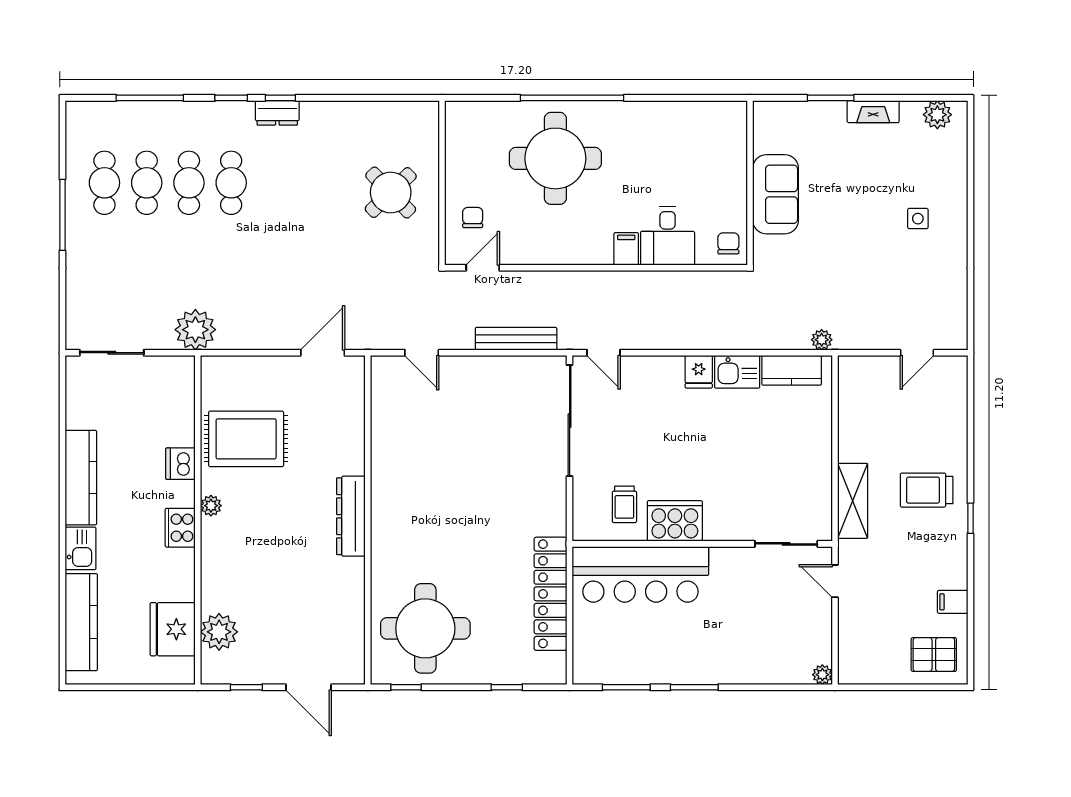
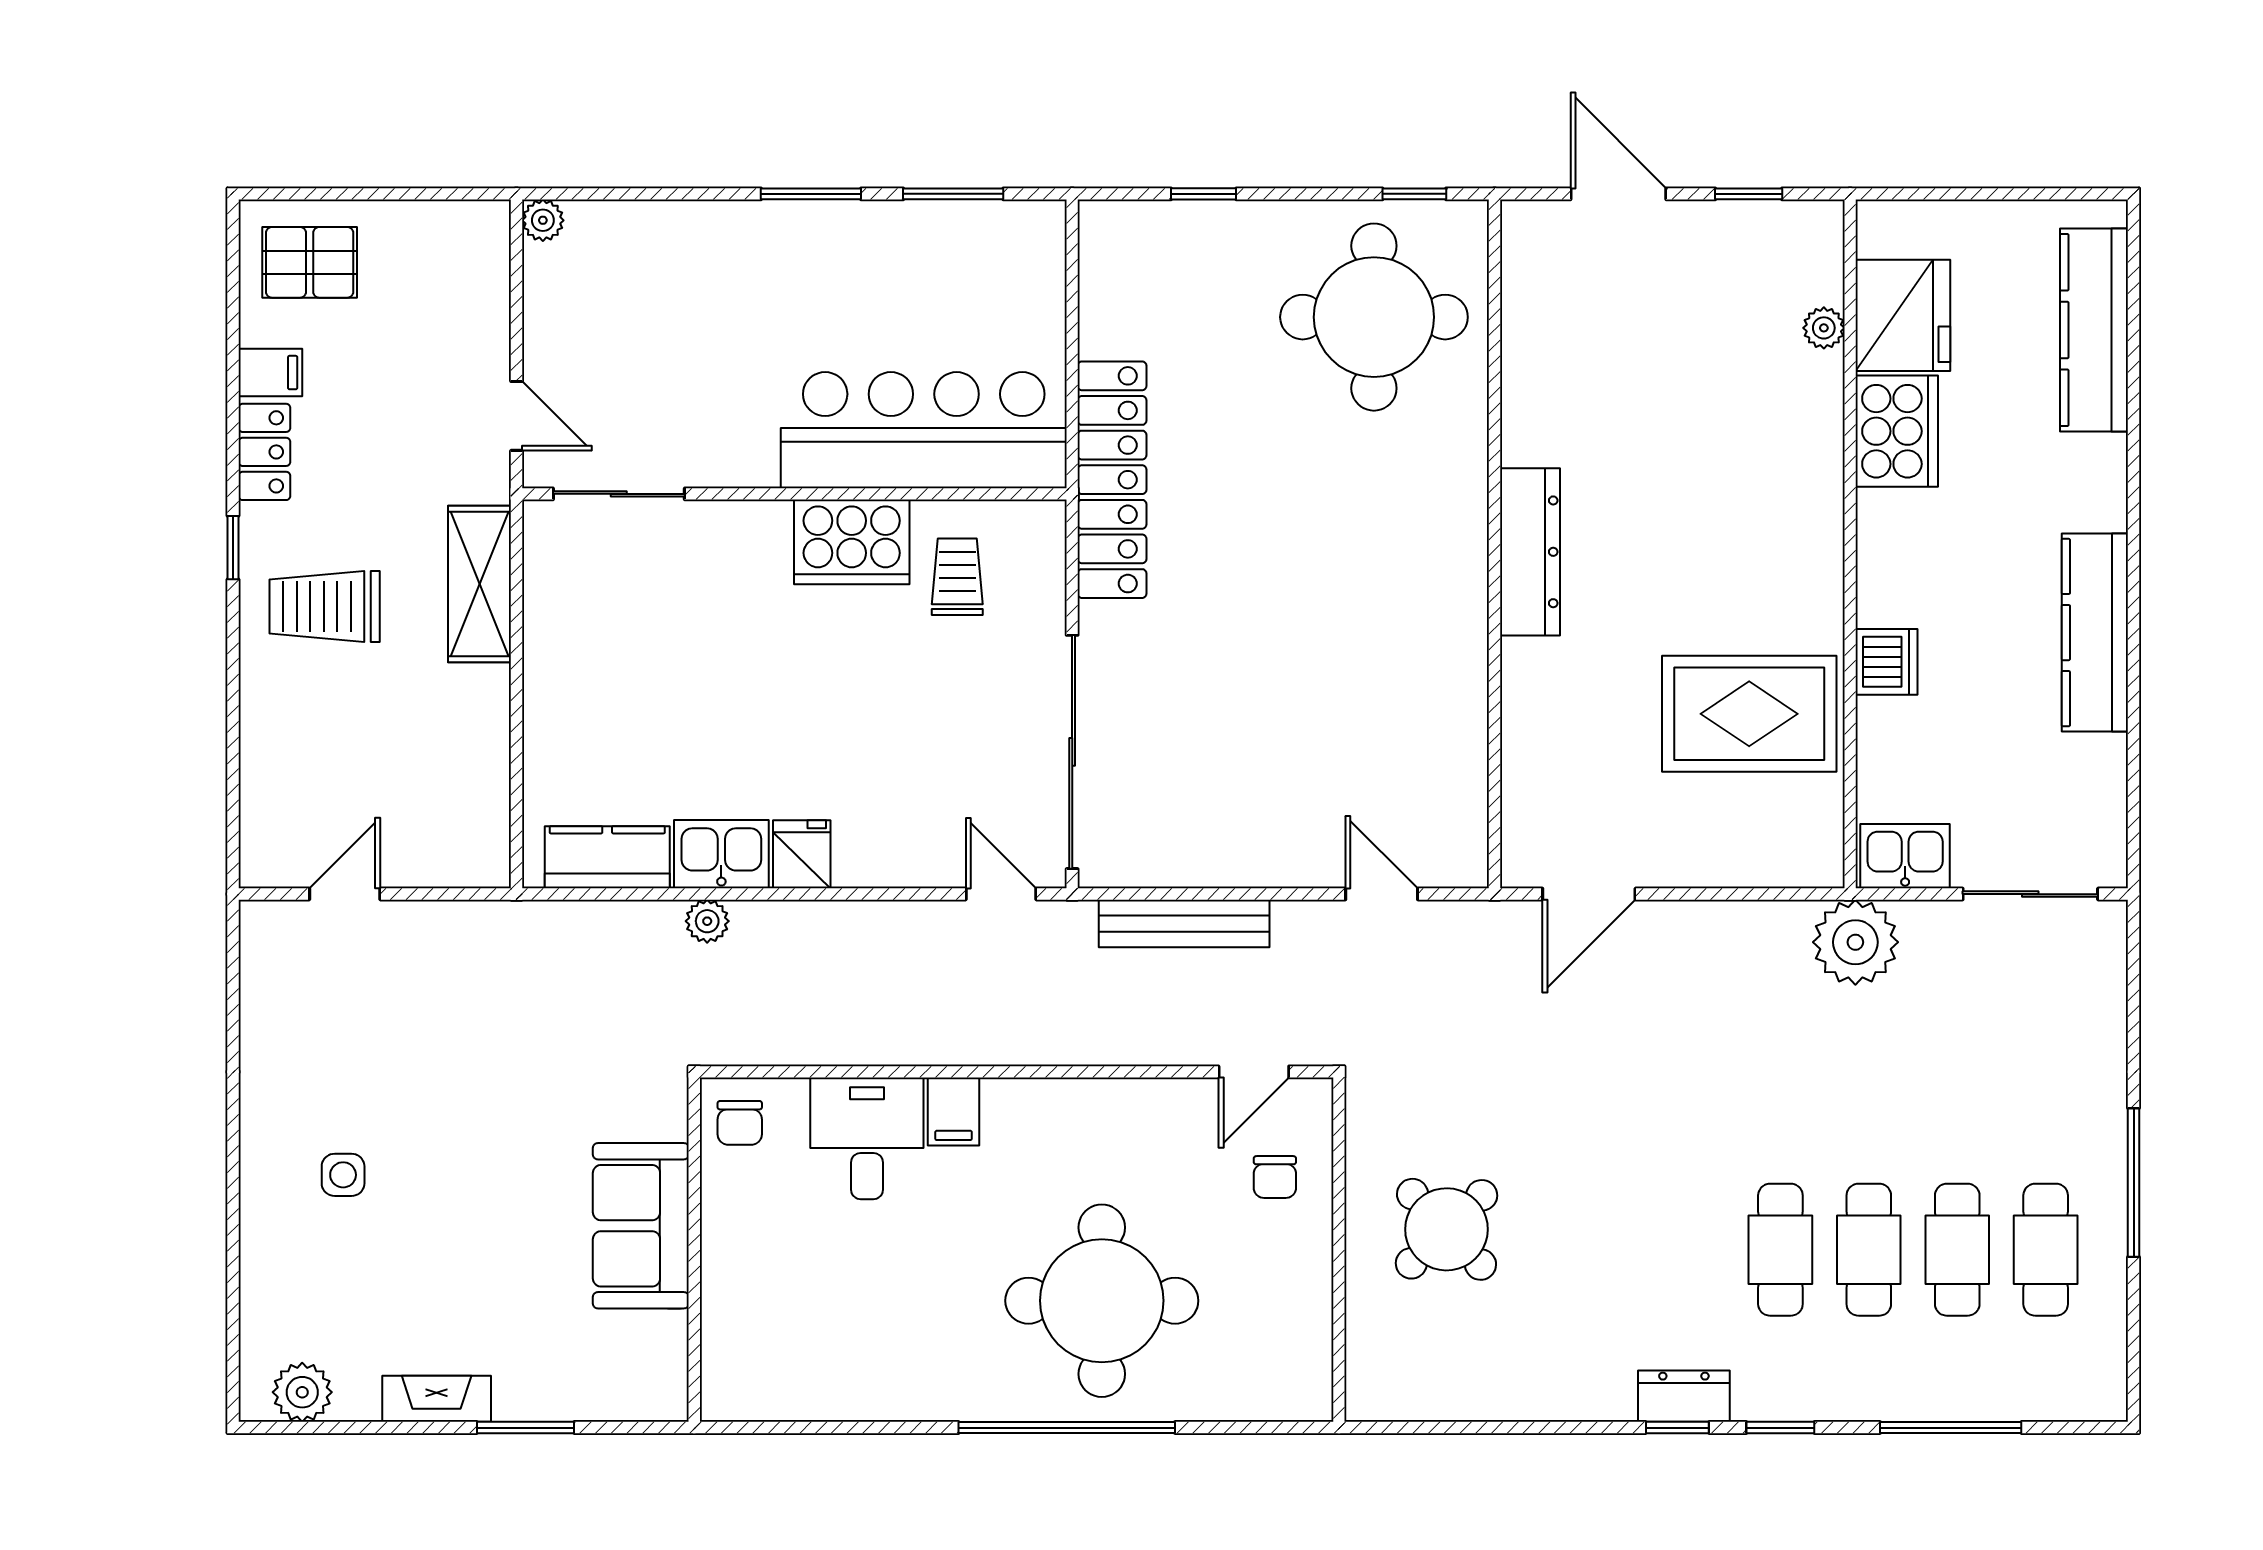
plant: (822, 340) -> (707, 921), moved
trolley: (927, 490) -> (325, 607), turned 180
plant: (211, 506) -> (1823, 574), removed
cooker: (180, 528) -> (1897, 431), moved, width x1.37, depth x1.31
kitchen sink: (81, 548) -> (1905, 856), moved, turned 90
locker: (955, 564) -> (264, 452), added
locker: (550, 594) -> (1112, 480), moved
plant: (219, 632) -> (1824, 328), width x0.53, depth x0.53

